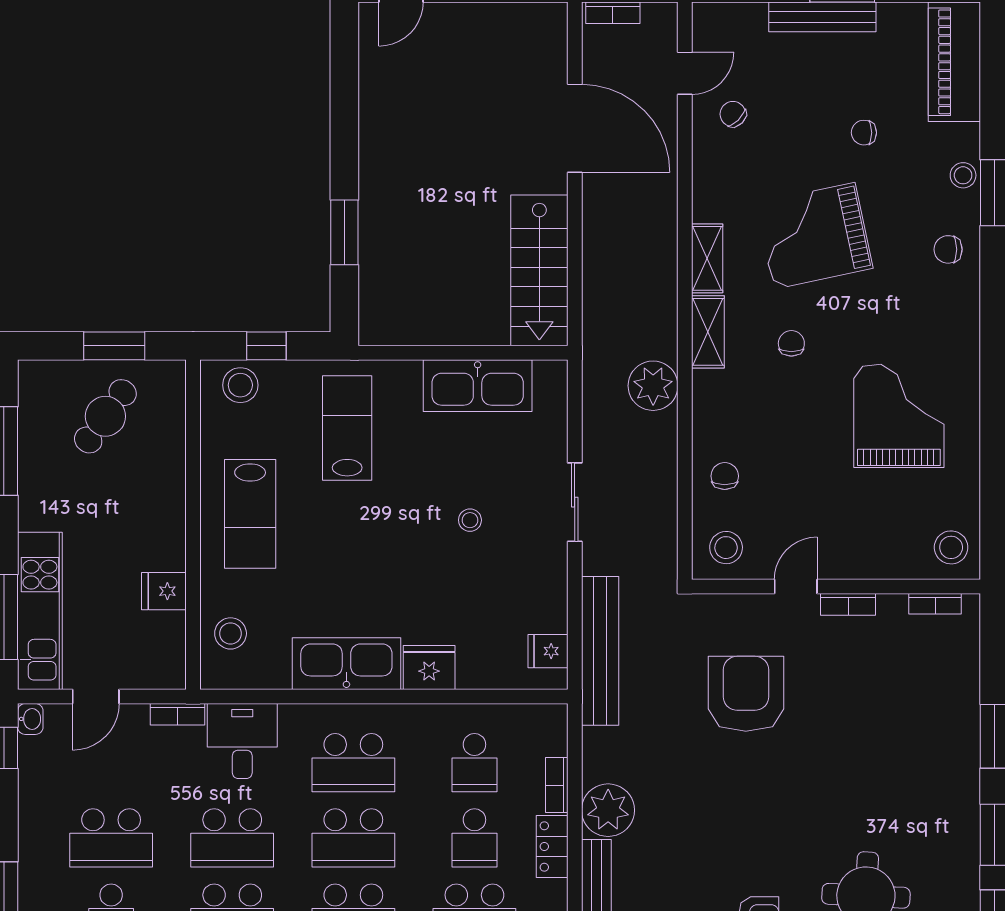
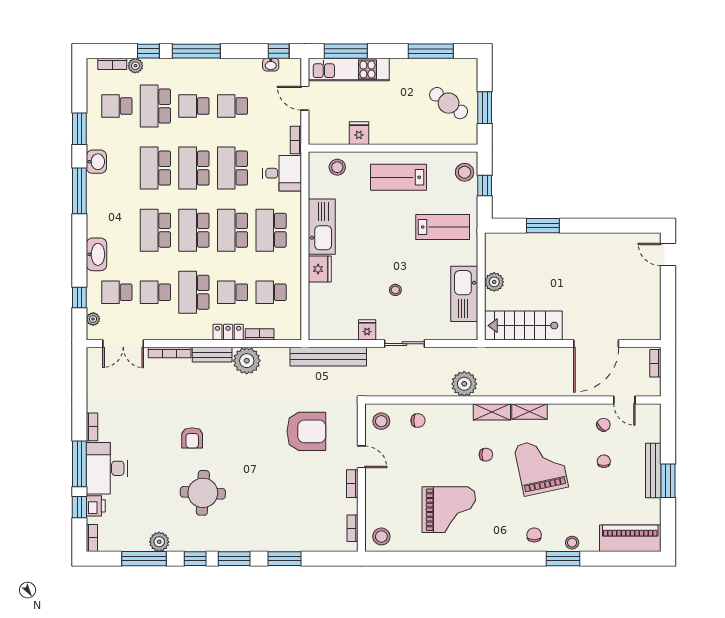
chair: (864, 133) -> (604, 461), moved
plant: (454, 327) -> (494, 282), added
fridge: (548, 651) -> (367, 330), moved
washbasin: (30, 719) -> (271, 65), moved
school desk: (111, 838) -> (233, 106), width x0.54

